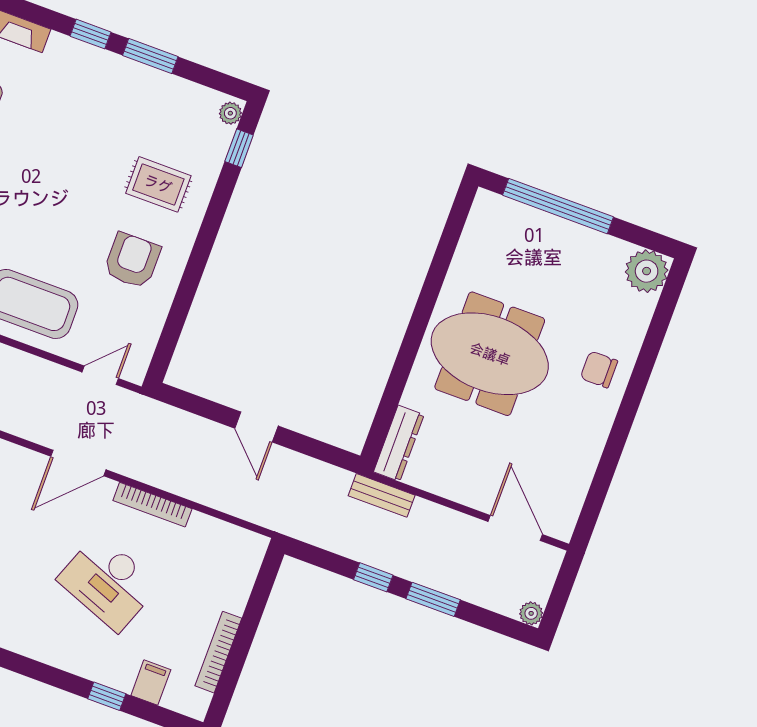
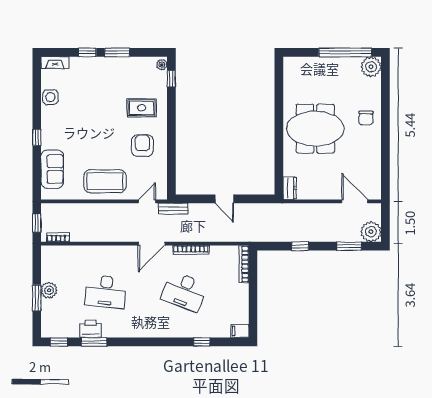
window: (558, 206) -> (345, 52), moved
chair: (599, 369) -> (366, 118), turned -90
dresser: (399, 443) -> (290, 188), width x0.70
bench: (382, 495) -> (173, 209), moved
window: (433, 599) -> (349, 246), moved
plant: (531, 613) -> (371, 232), width x1.87, depth x1.87
bookcase: (218, 652) -> (244, 264), moved
filing cabinet: (151, 683) -> (240, 331), moved, turned -90

